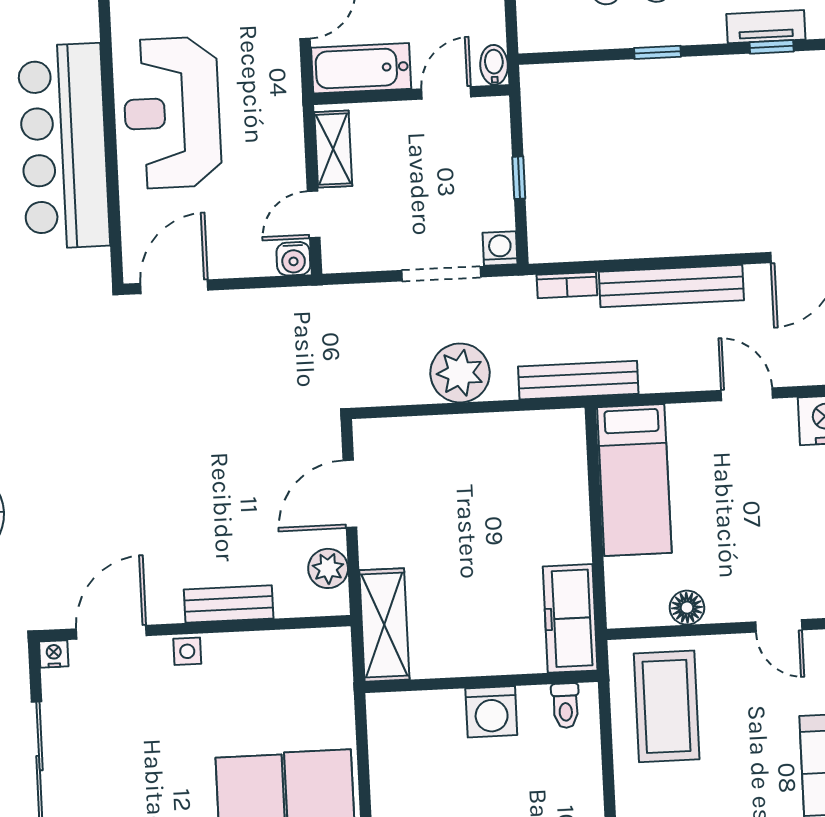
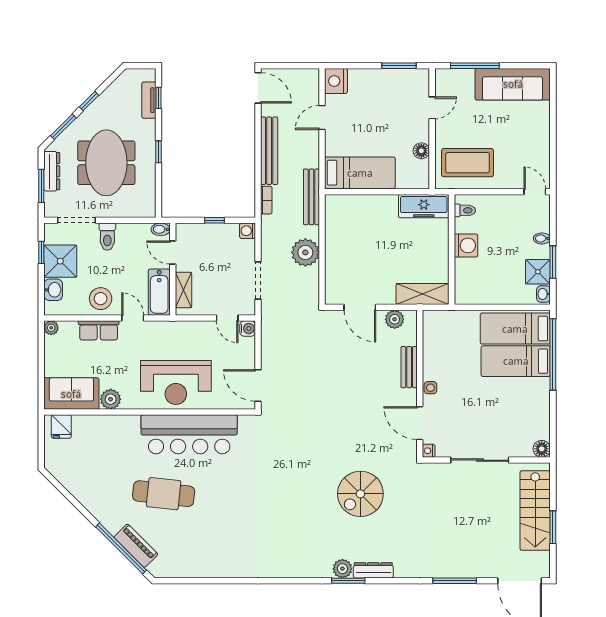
shelving: (333, 149) -> (184, 290), moved, turned 90
doorway: (441, 274) -> (258, 281), moved

